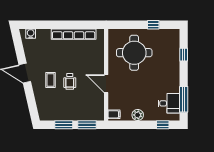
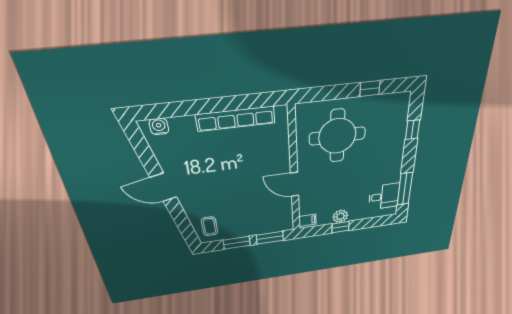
coffee table: (50, 80) -> (210, 226), moved
wheelchair: (70, 81) -> (238, 189), removed
window: (163, 125) -> (341, 227), moved

